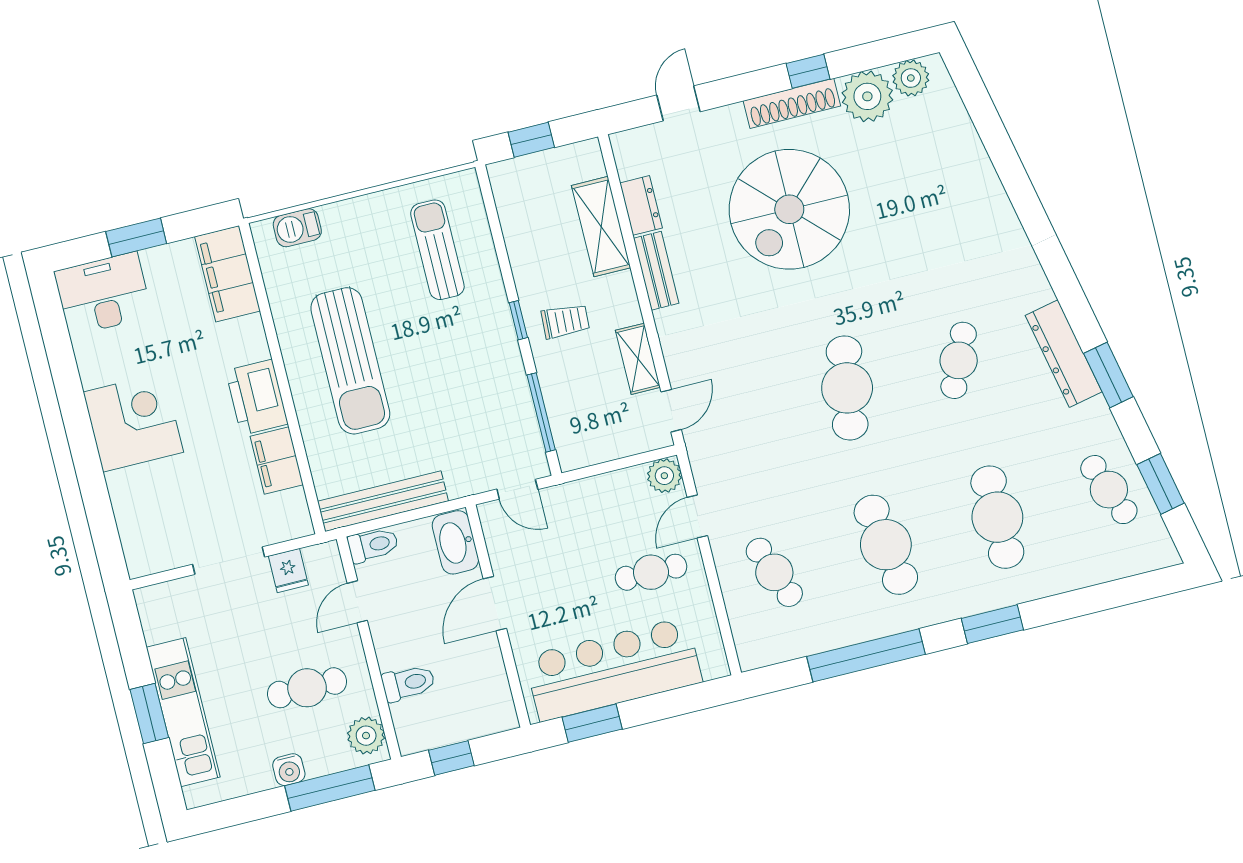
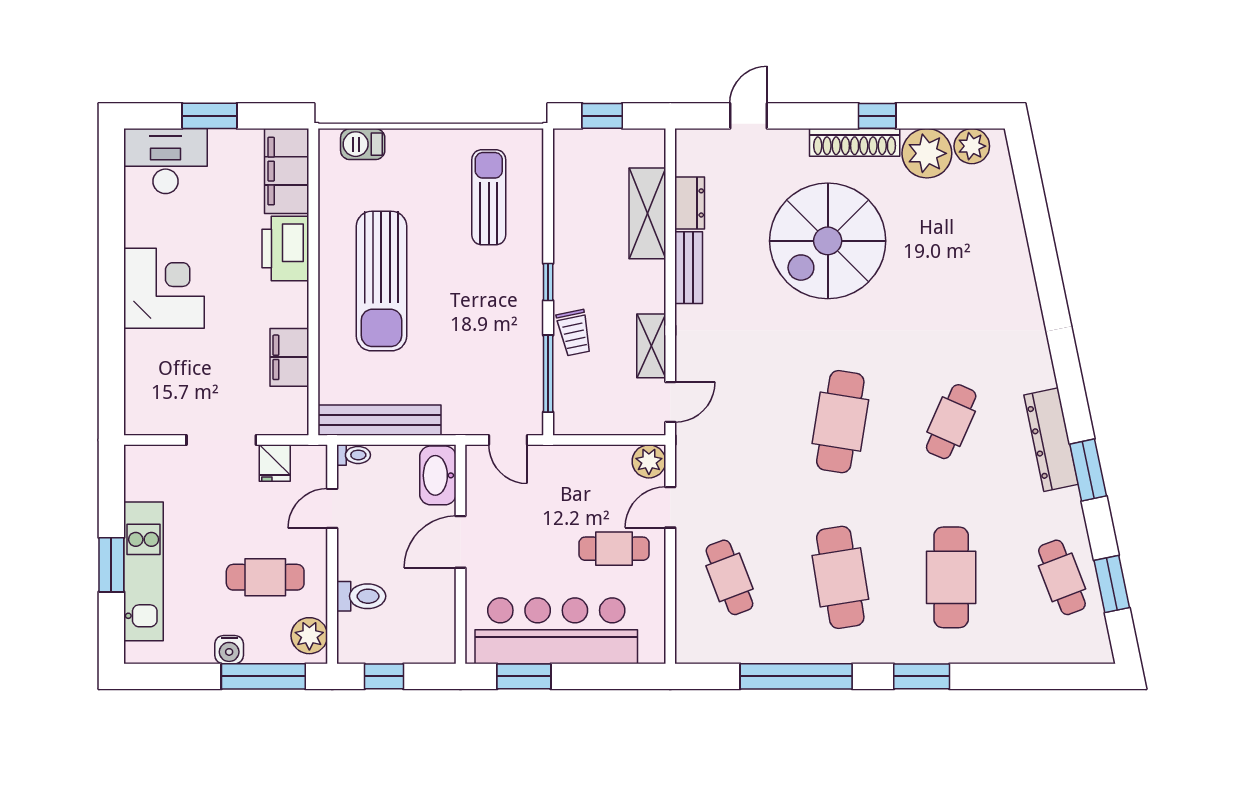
trolley: (565, 321) -> (574, 333), moved, turned 75
printer: (257, 397) -> (285, 249), moved
toilet: (373, 545) -> (354, 455), width x0.73, depth x0.72

